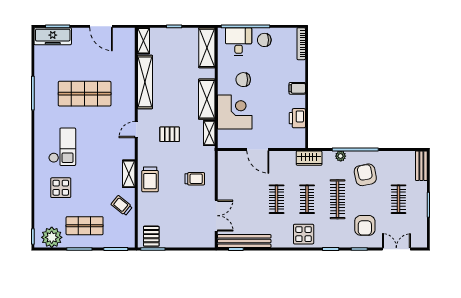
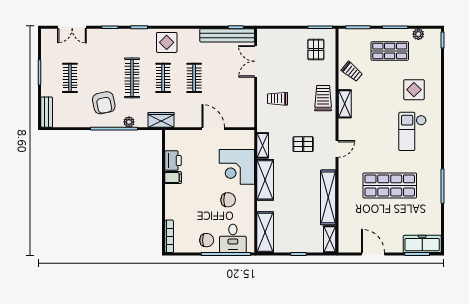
filing cabinet: (297, 88) -> (173, 178), moved
armchair: (365, 225) -> (104, 51), removed
pallet: (151, 236) -> (316, 49), moved
plant: (52, 237) -> (418, 34), width x0.53, depth x0.53

